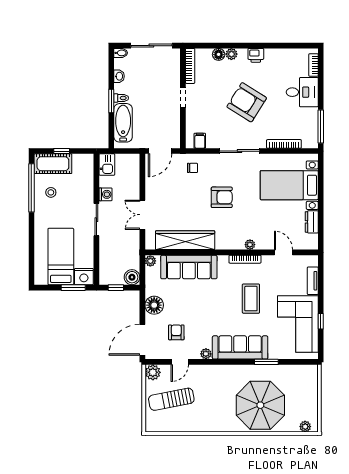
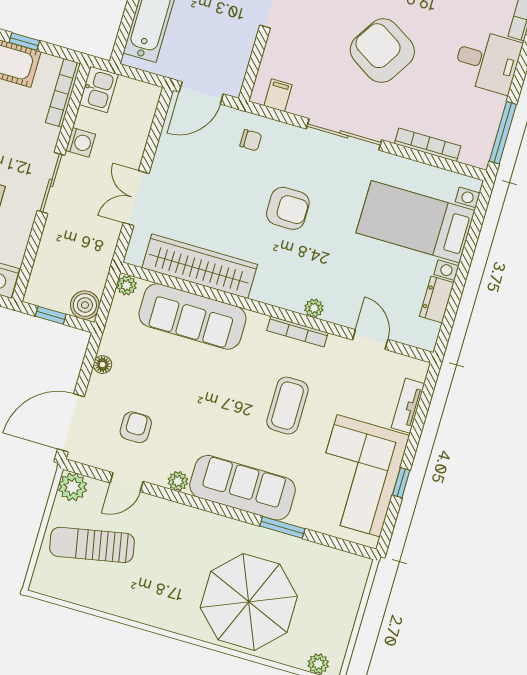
bookcase: (89, 172) -> (63, 93), added
floor lamp: (154, 305) -> (102, 365), width x0.53, depth x0.53

